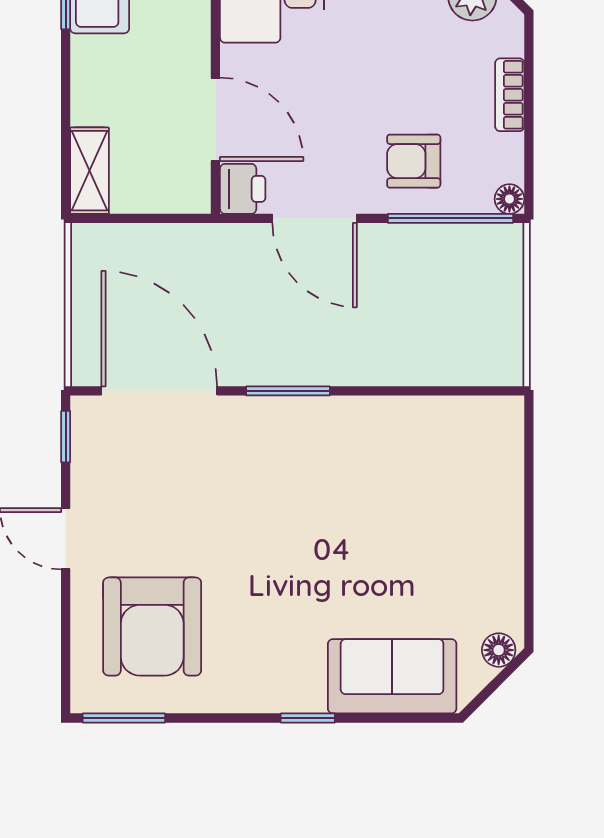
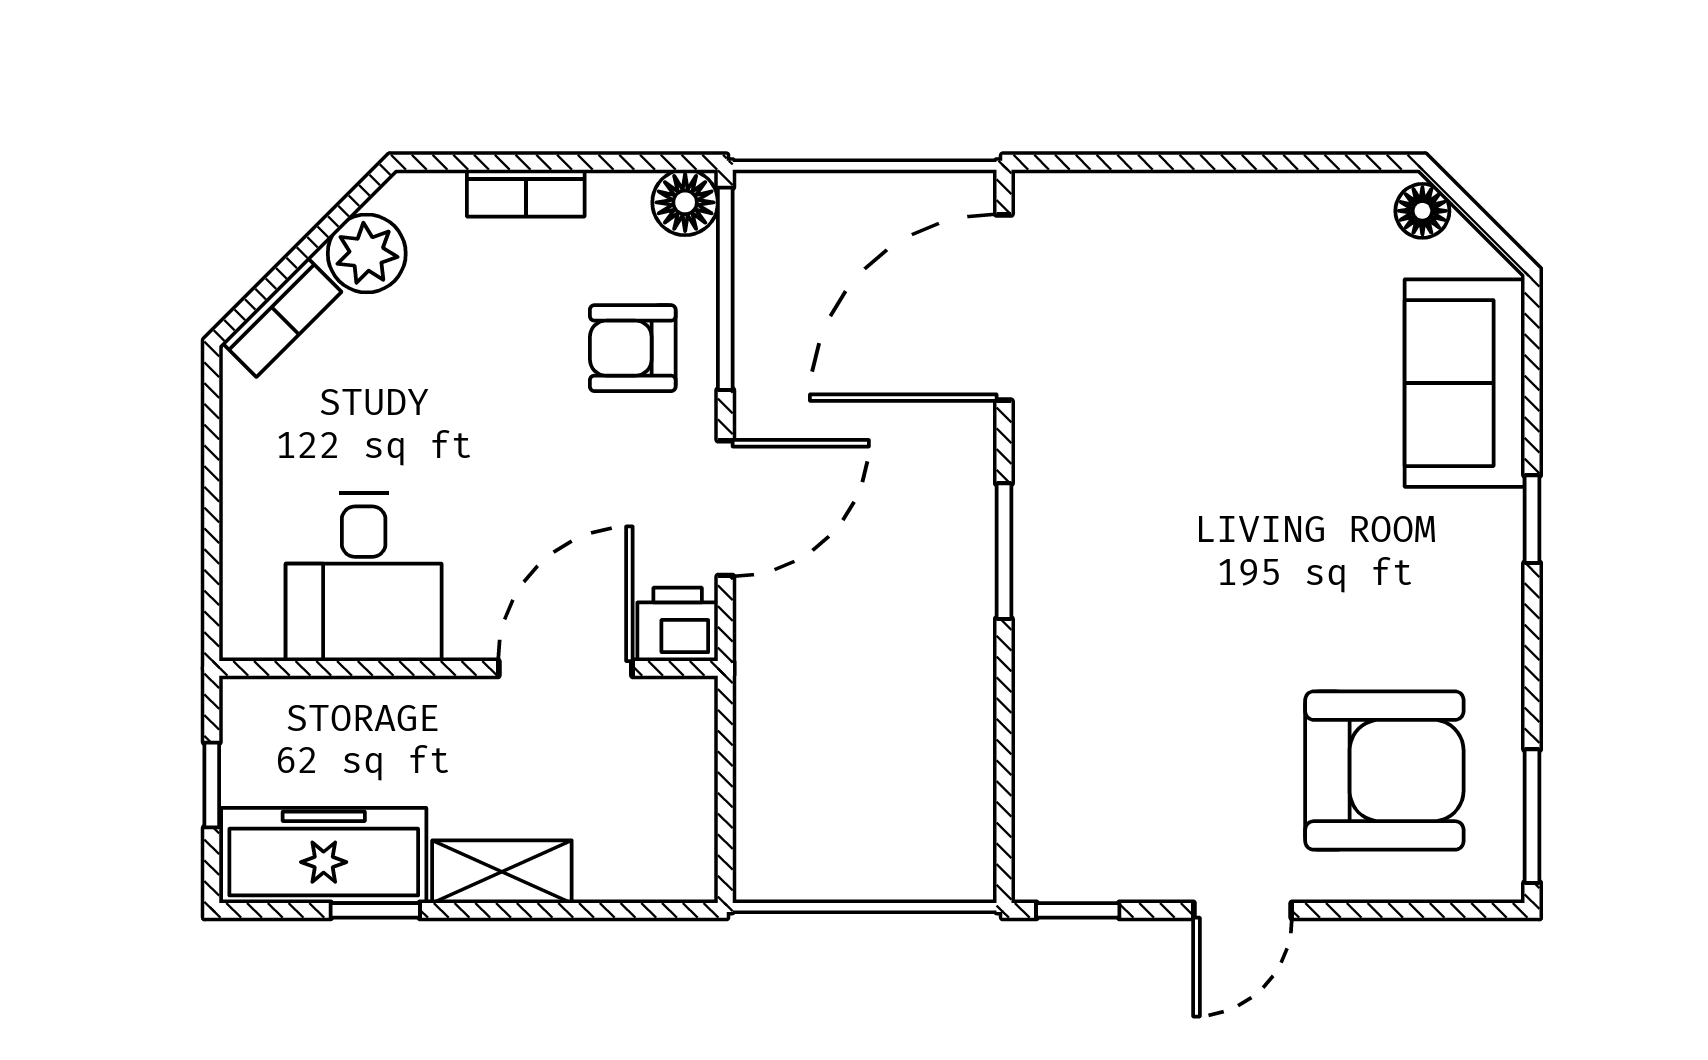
armchair: (414, 161) -> (633, 348), turned 90
shelving: (90, 171) -> (502, 872), moved
floor lamp: (509, 199) -> (685, 202), width x1.37, depth x1.37
door: (159, 391) -> (1004, 308), moved

